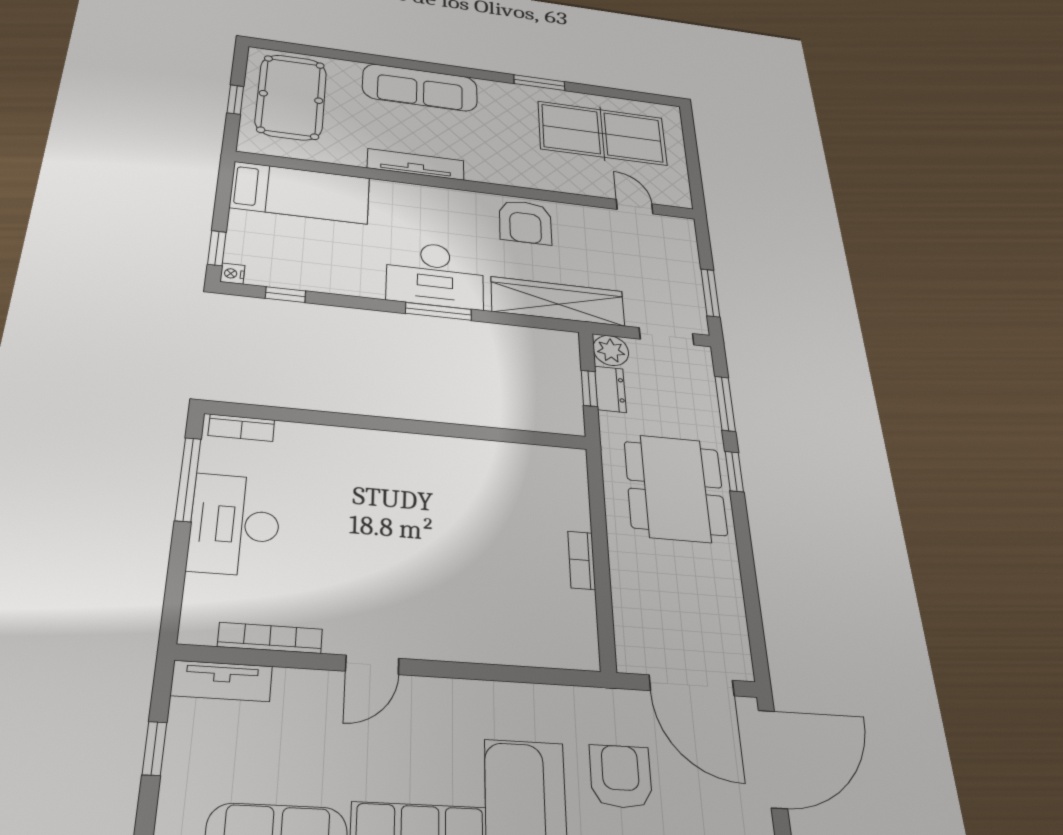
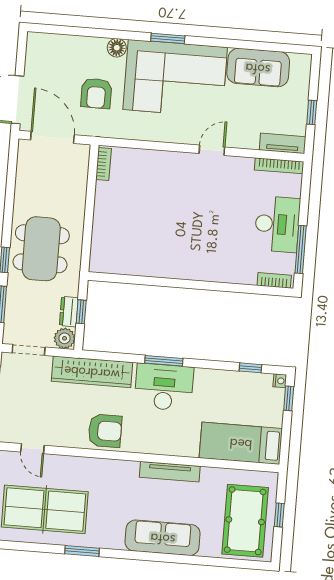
armchair: (525, 222) -> (105, 431), turned 90
bookcase: (582, 560) -> (103, 164), moved
bookcase: (270, 638) -> (279, 166), moved

